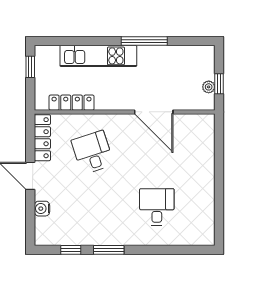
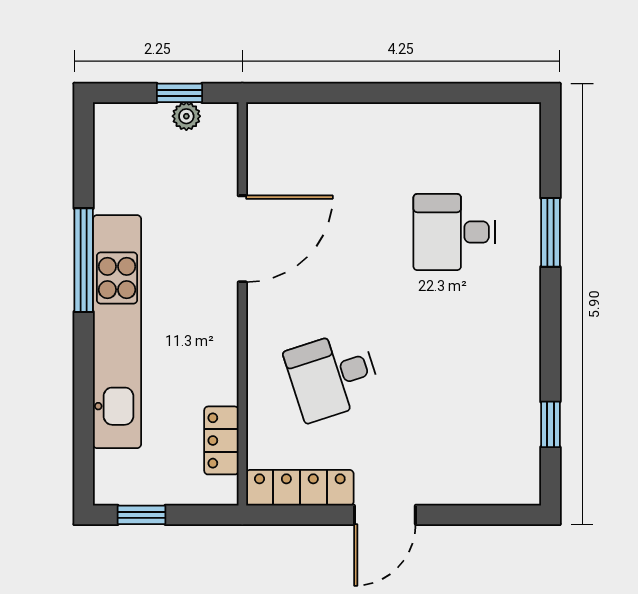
kitchen unit: (98, 56) -> (117, 332), width x1.36
locker: (72, 103) -> (221, 440), width x0.66
water cooler: (42, 209) -> (458, 489), removed
window: (109, 250) -> (550, 232), moved

